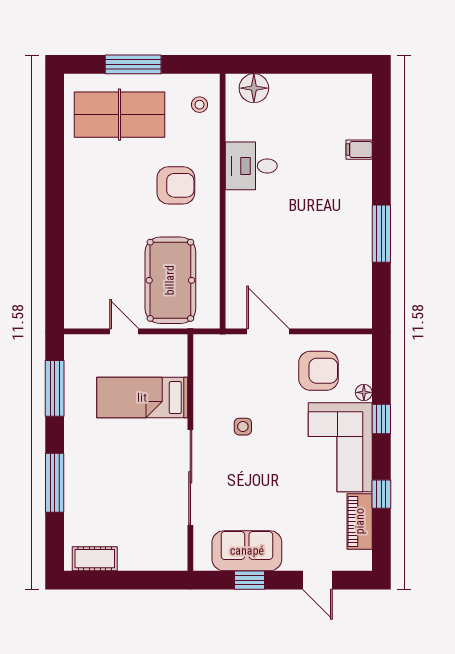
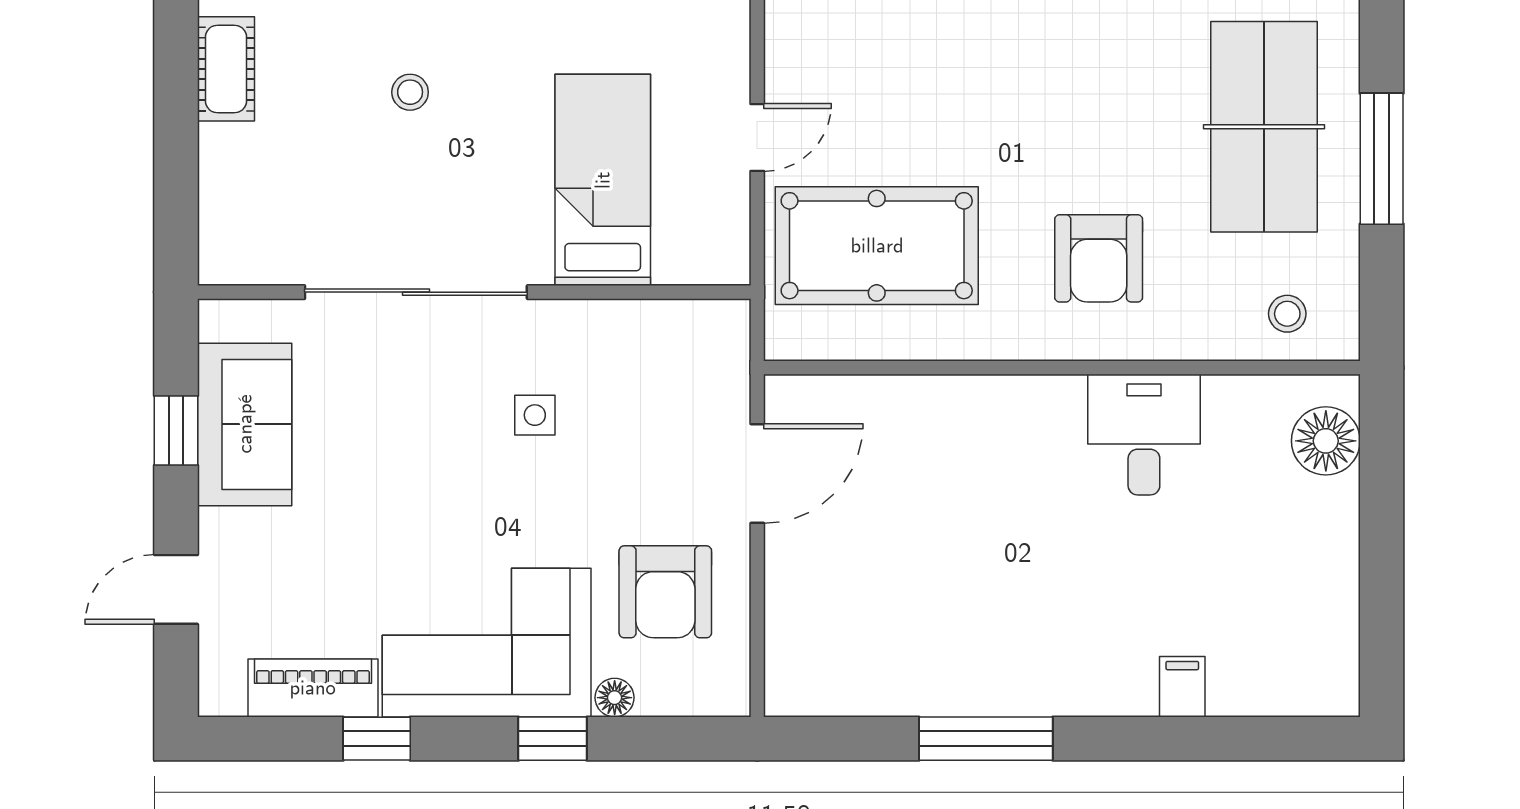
stool: (105, 480) -> (410, 92), added

